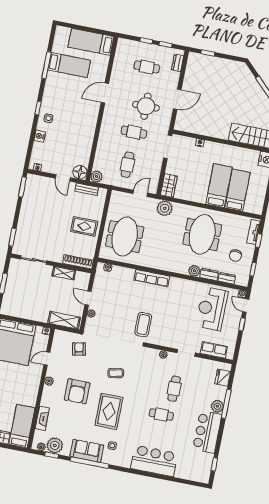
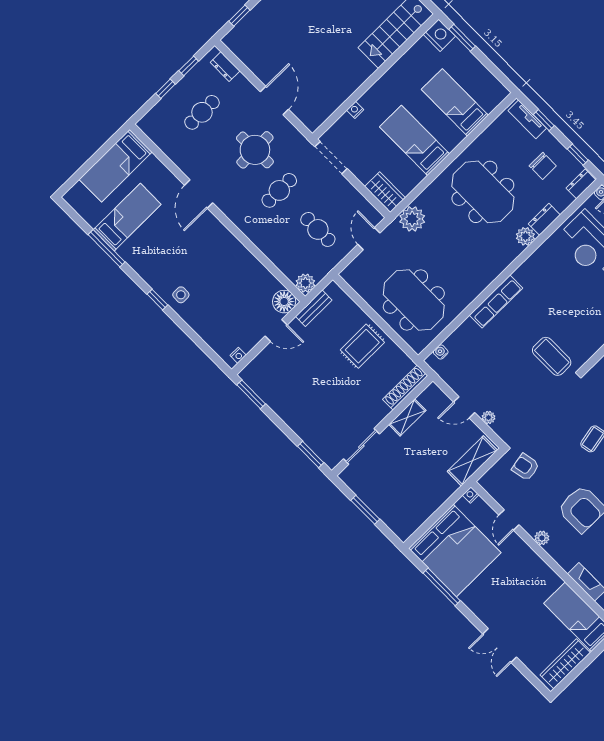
nightstand: (40, 136) -> (197, 323), removed
bed: (219, 186) -> (415, 140), moved
dresser: (227, 278) -> (581, 184), moved

